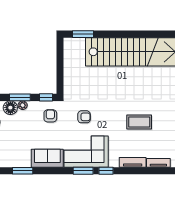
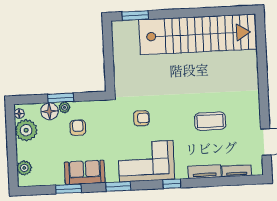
window: (46, 97) -> (93, 96), removed
armchair: (50, 116) -> (78, 128), moved
sofa: (47, 158) -> (85, 172), moved
window: (83, 171) -> (118, 186), moved

